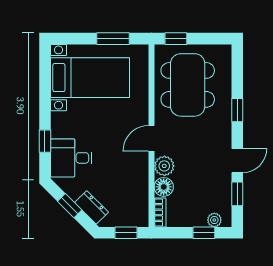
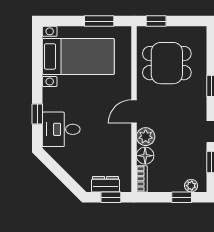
dining table: (188, 85) -> (167, 63), width x0.73
window: (70, 206) -> (60, 173), removed
dresser: (92, 207) -> (106, 184), moved, turned -45

